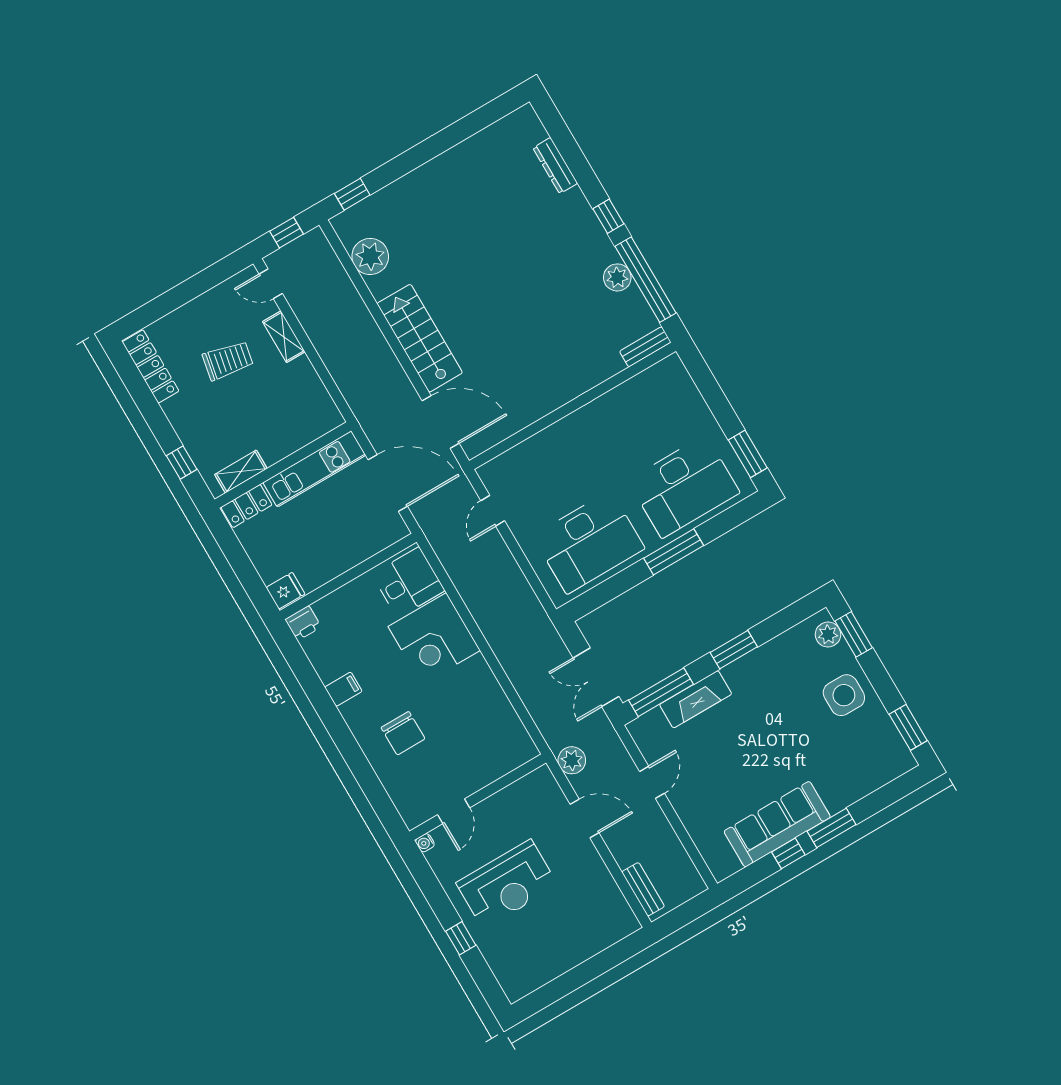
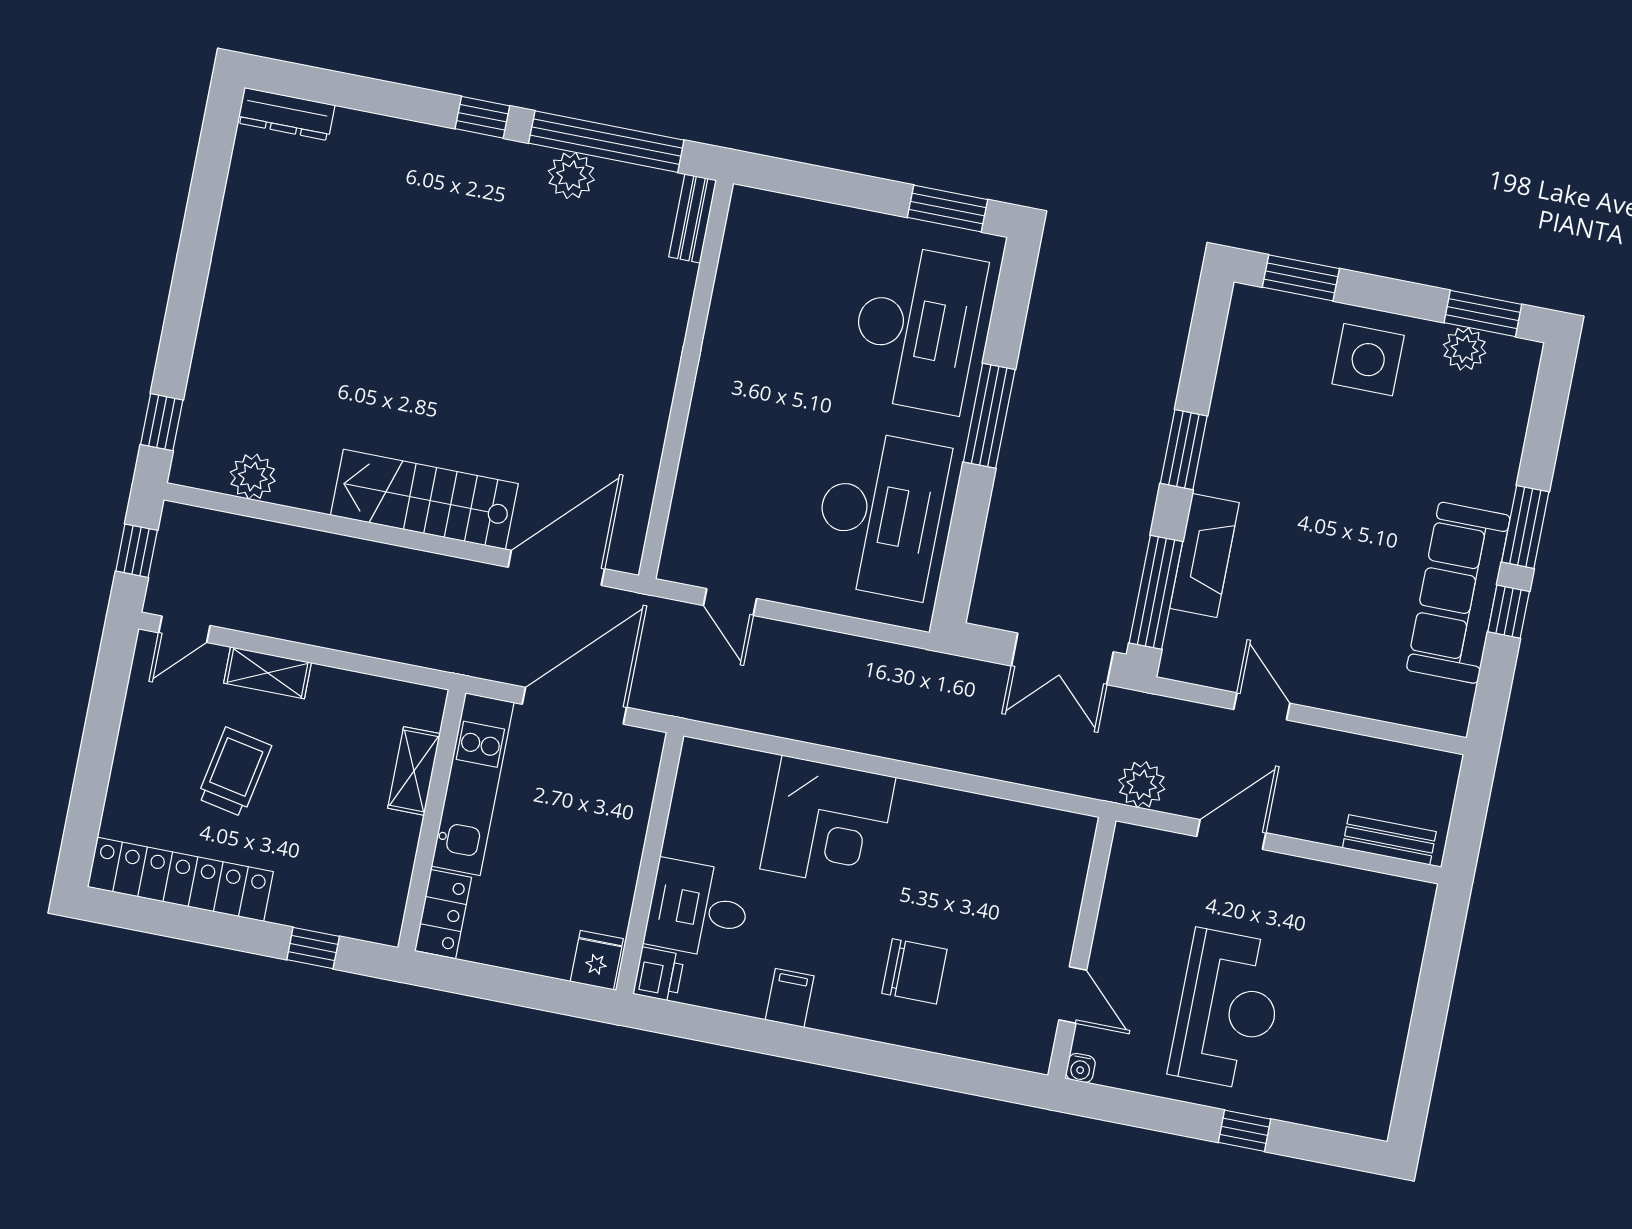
dresser: (555, 166) -> (286, 114), moved
plant: (370, 256) -> (253, 477), width x0.73, depth x0.73
locker: (150, 366) -> (180, 879), width x1.41, depth x1.21
shelving: (241, 471) -> (414, 771), moved
desk: (408, 582) -> (698, 909), moved, turned -90
plant: (828, 634) -> (1465, 349), moved

